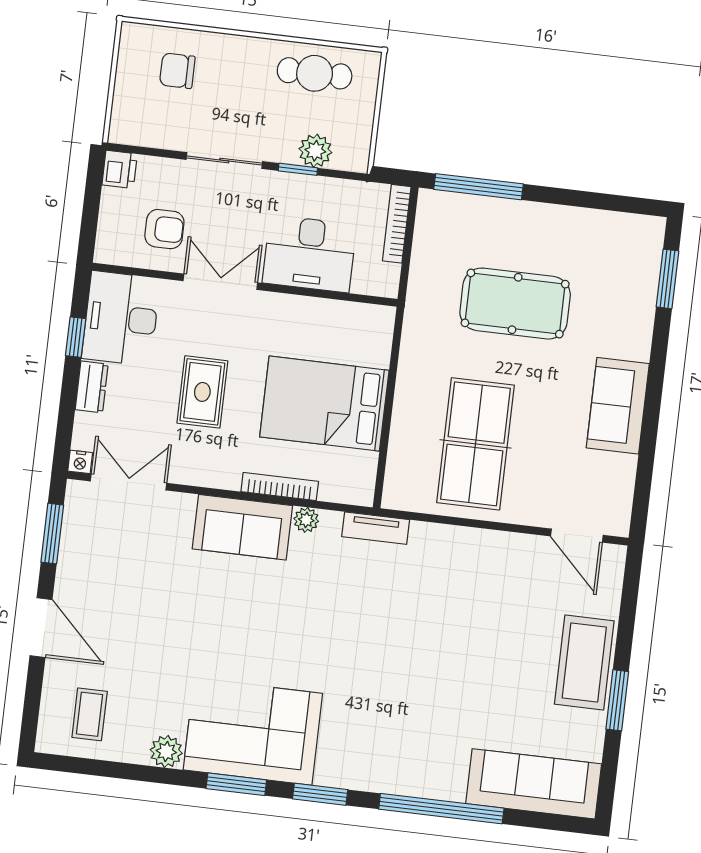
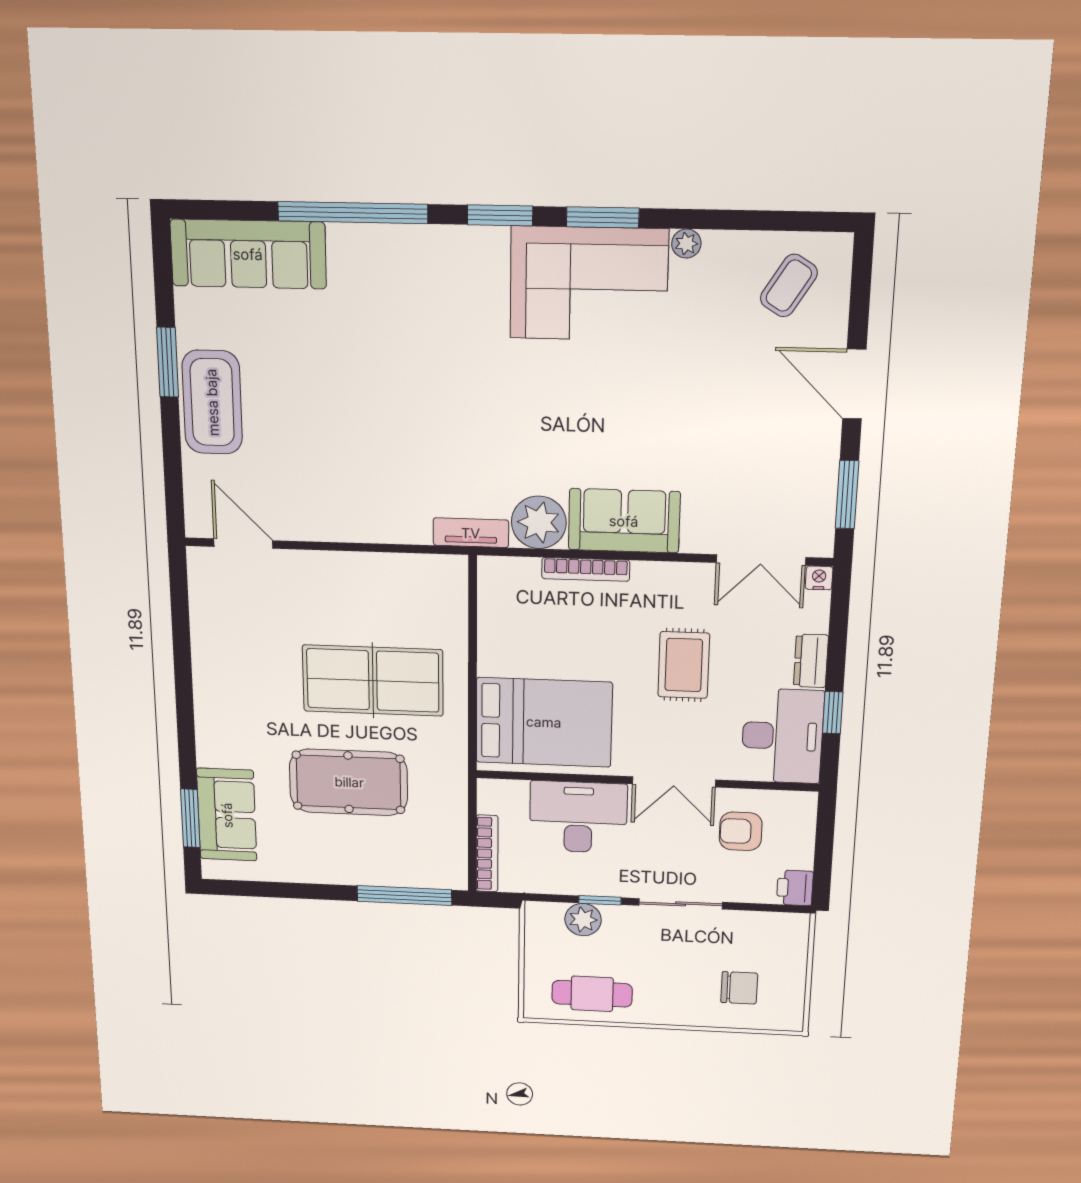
bed: (324, 404) -> (544, 722), moved
sofa: (618, 406) -> (227, 815), moved
table tennis table: (475, 444) -> (373, 680), moved, turned 90
plant: (306, 520) -> (539, 522), width x1.87, depth x1.87
coffee table: (90, 714) -> (789, 286), turned 32
plant: (166, 751) -> (686, 244), width x0.73, depth x0.73

